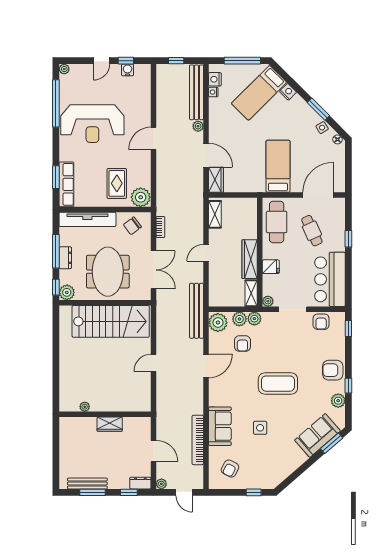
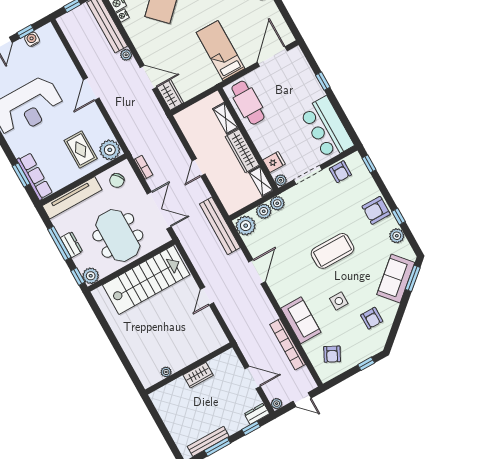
shelving: (215, 214) -> (226, 118), moved
cafe table: (312, 231) -> (285, 92), removed
fridge: (271, 267) -> (274, 162), moved
armchair: (242, 344) -> (372, 318), moved

